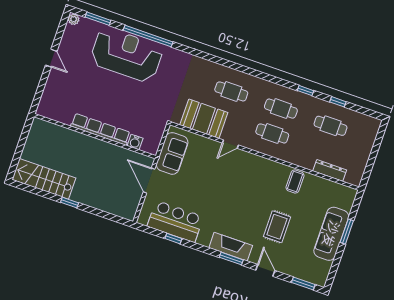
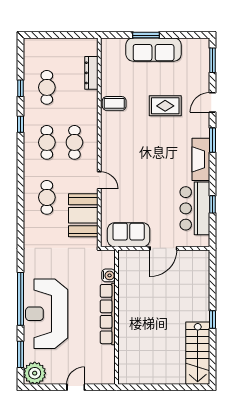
plant: (74, 19) -> (35, 373), width x1.87, depth x1.87
row of seats: (100, 129) -> (108, 314), moved
wall: (95, 136) -> (116, 317), moved
water cooler: (135, 142) -> (108, 275), moved
fireplace: (231, 247) -> (201, 159), moved

